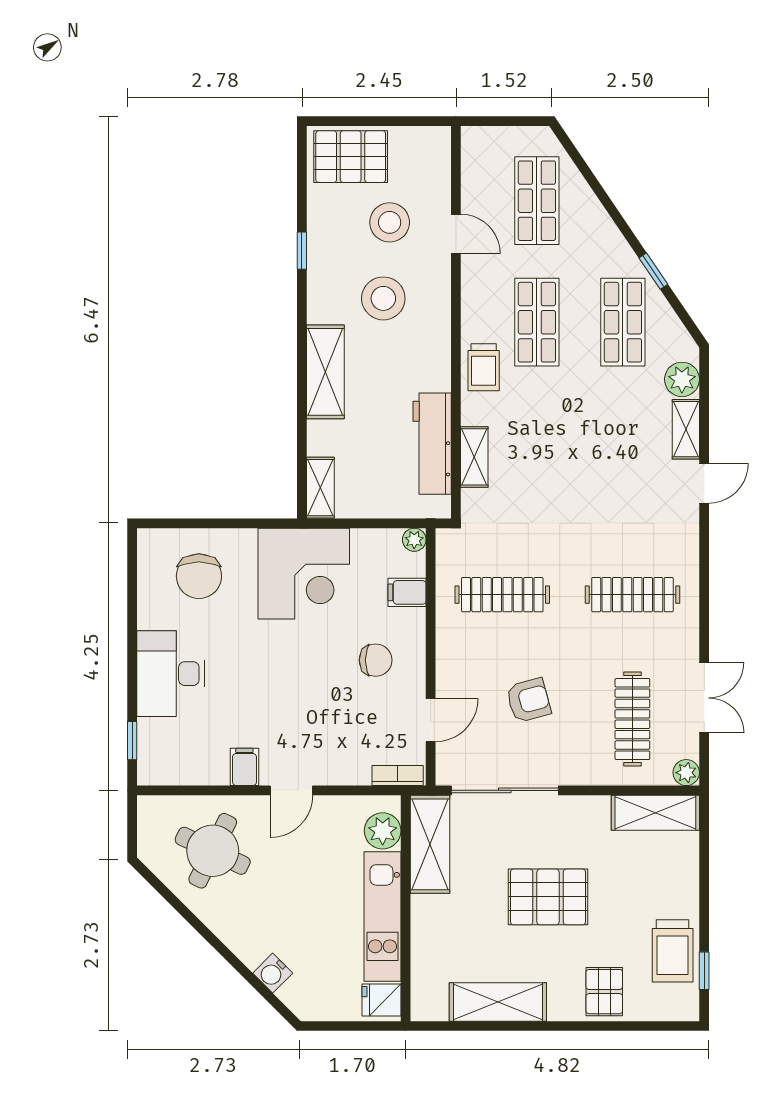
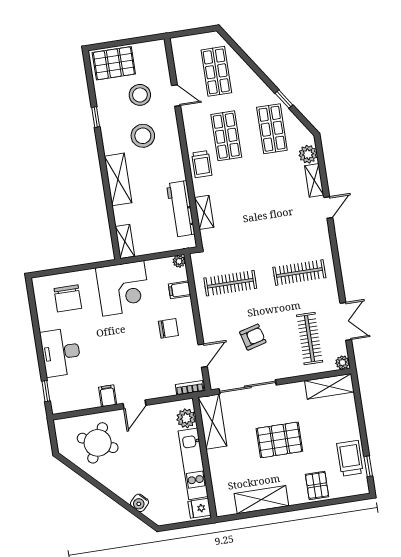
trolley: (673, 951) -> (350, 458), turned 180

